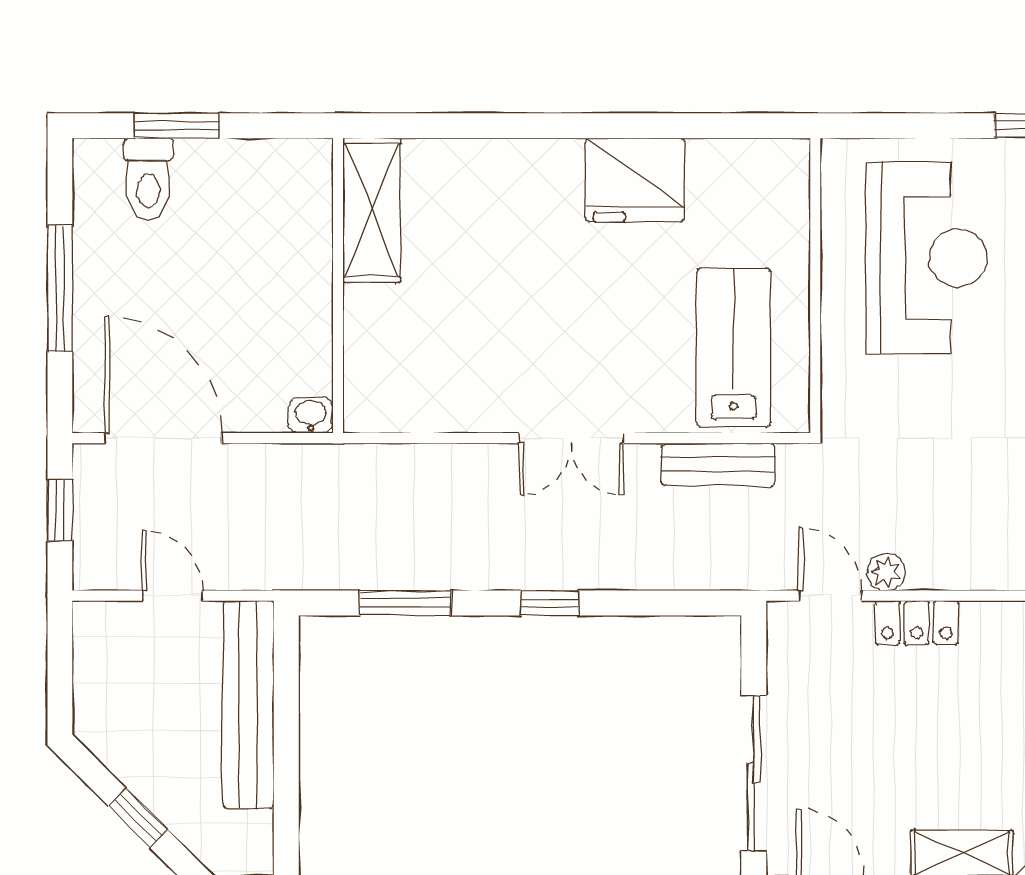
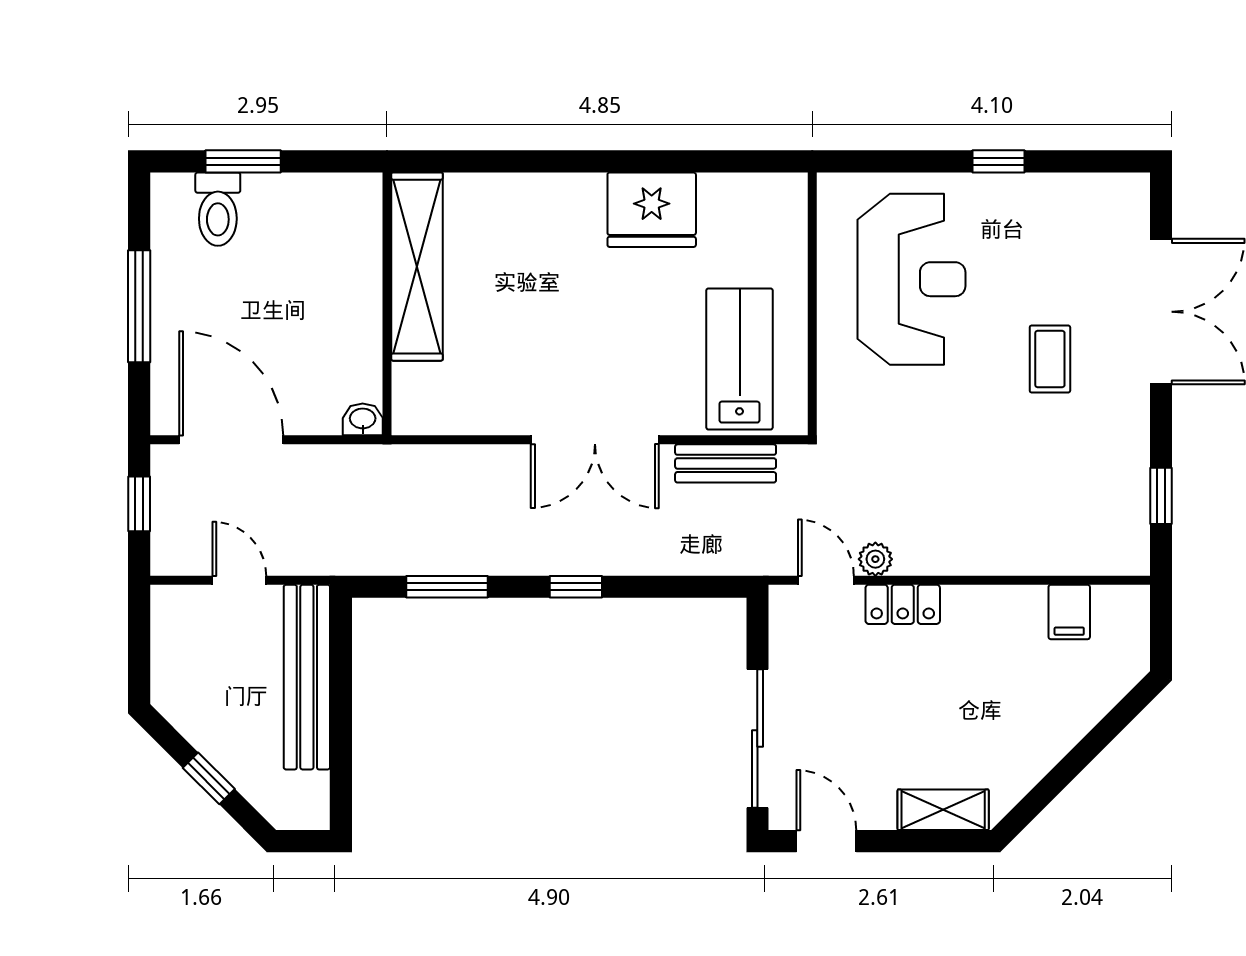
shelving: (372, 210) -> (417, 267), width x1.47
double door: (571, 438) -> (595, 440), width x1.37

